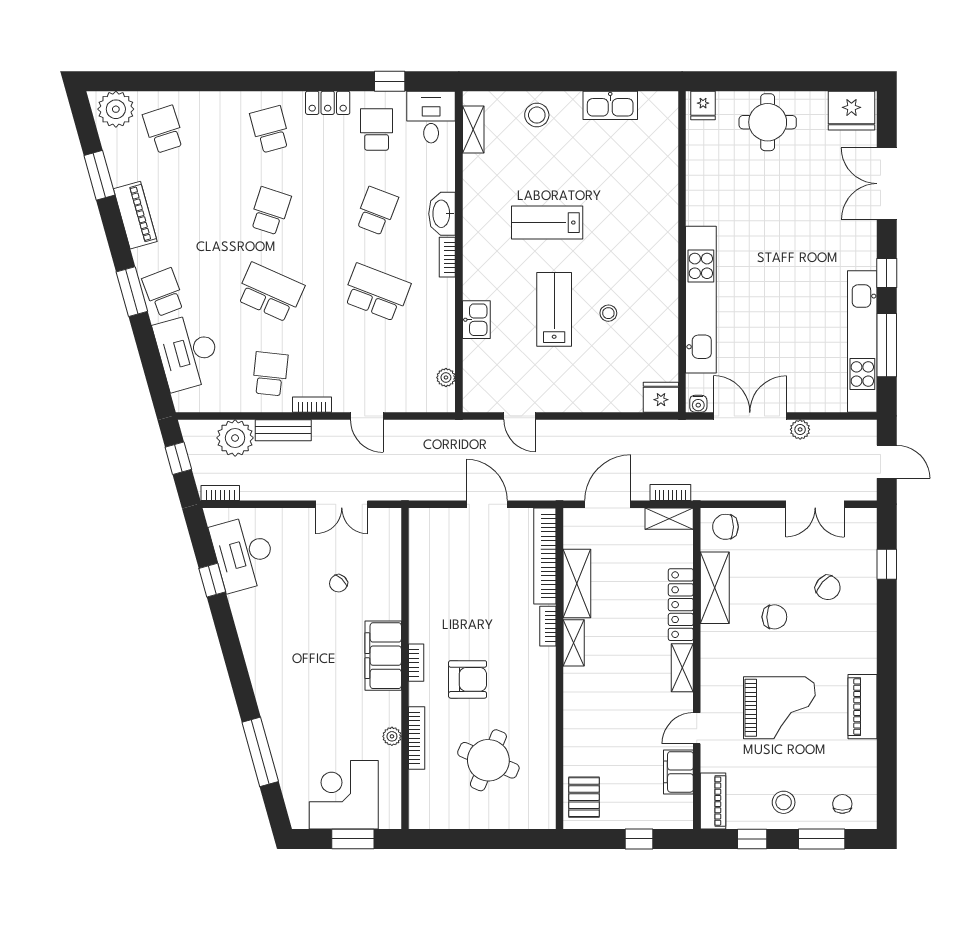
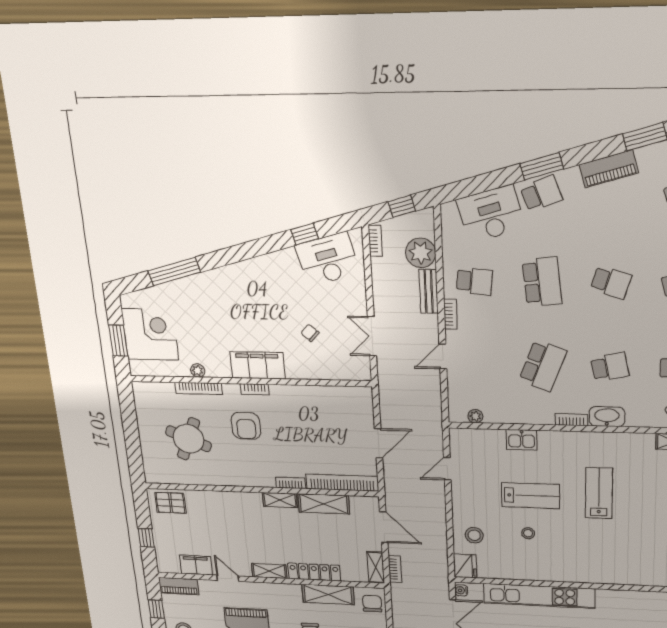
school desk: (377, 211) -> (610, 367), turned -33
school desk: (270, 292) -> (542, 282), turned -30
stool: (615, 384) -> (474, 535), added

